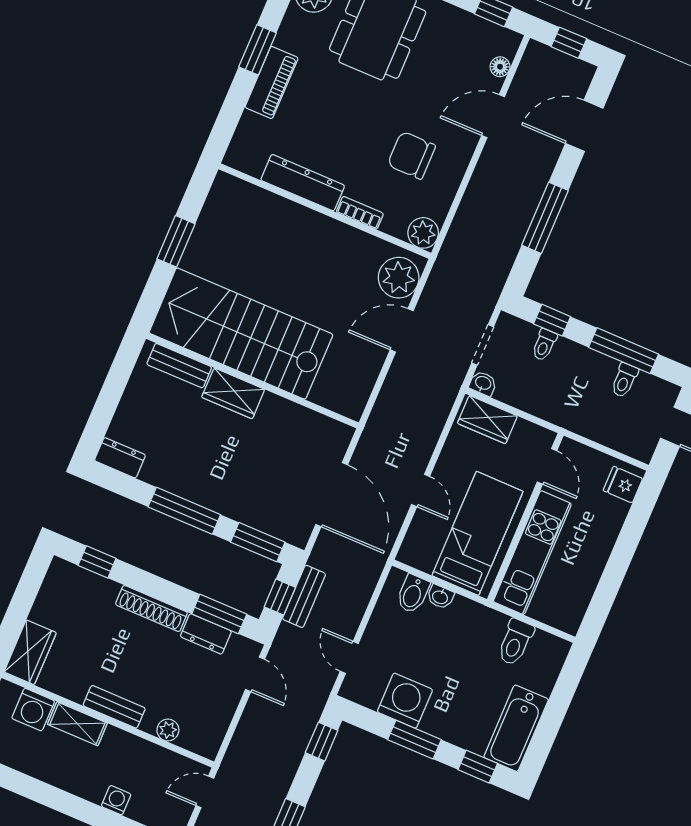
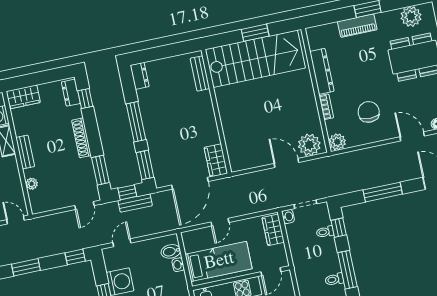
stairs: (241, 334) -> (255, 59), moved, turned 90
wardrobe: (233, 393) -> (216, 160), moved
dresser: (206, 634) -> (71, 93), moved

